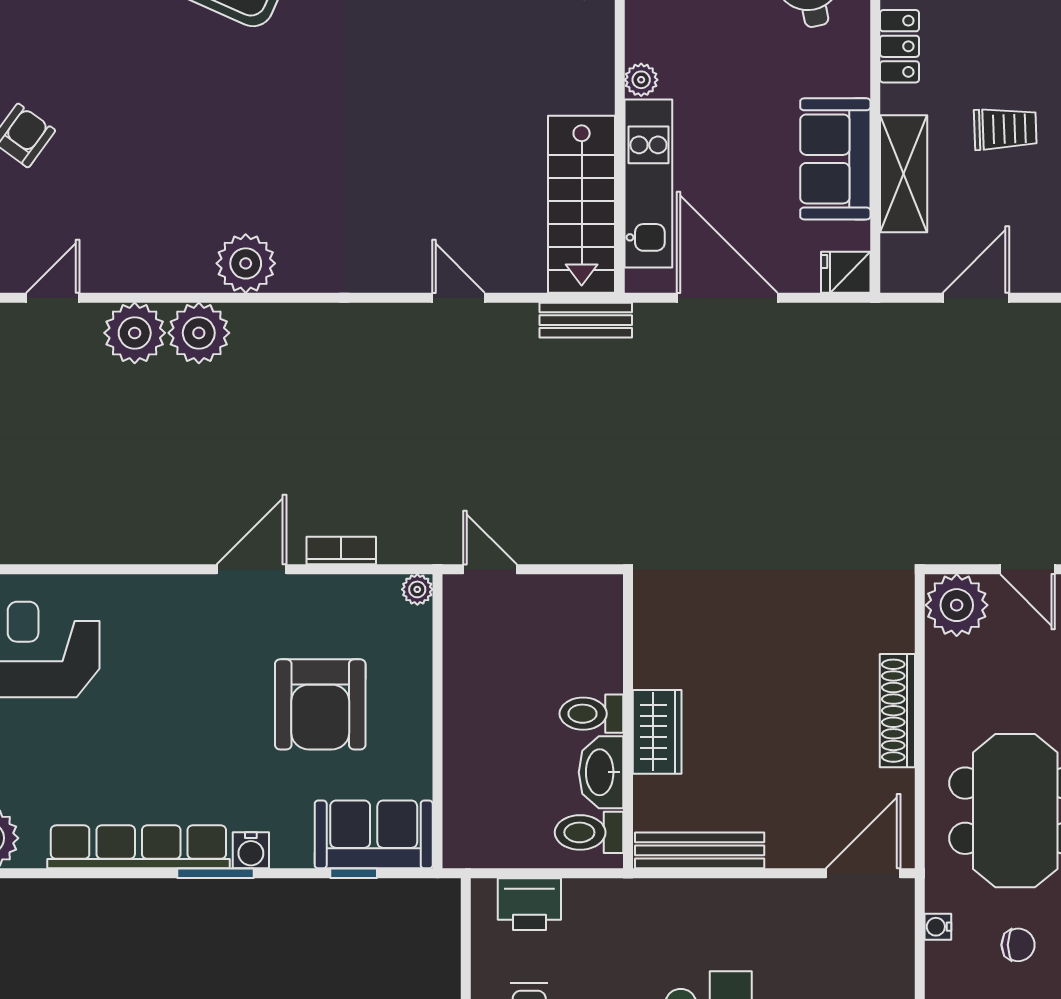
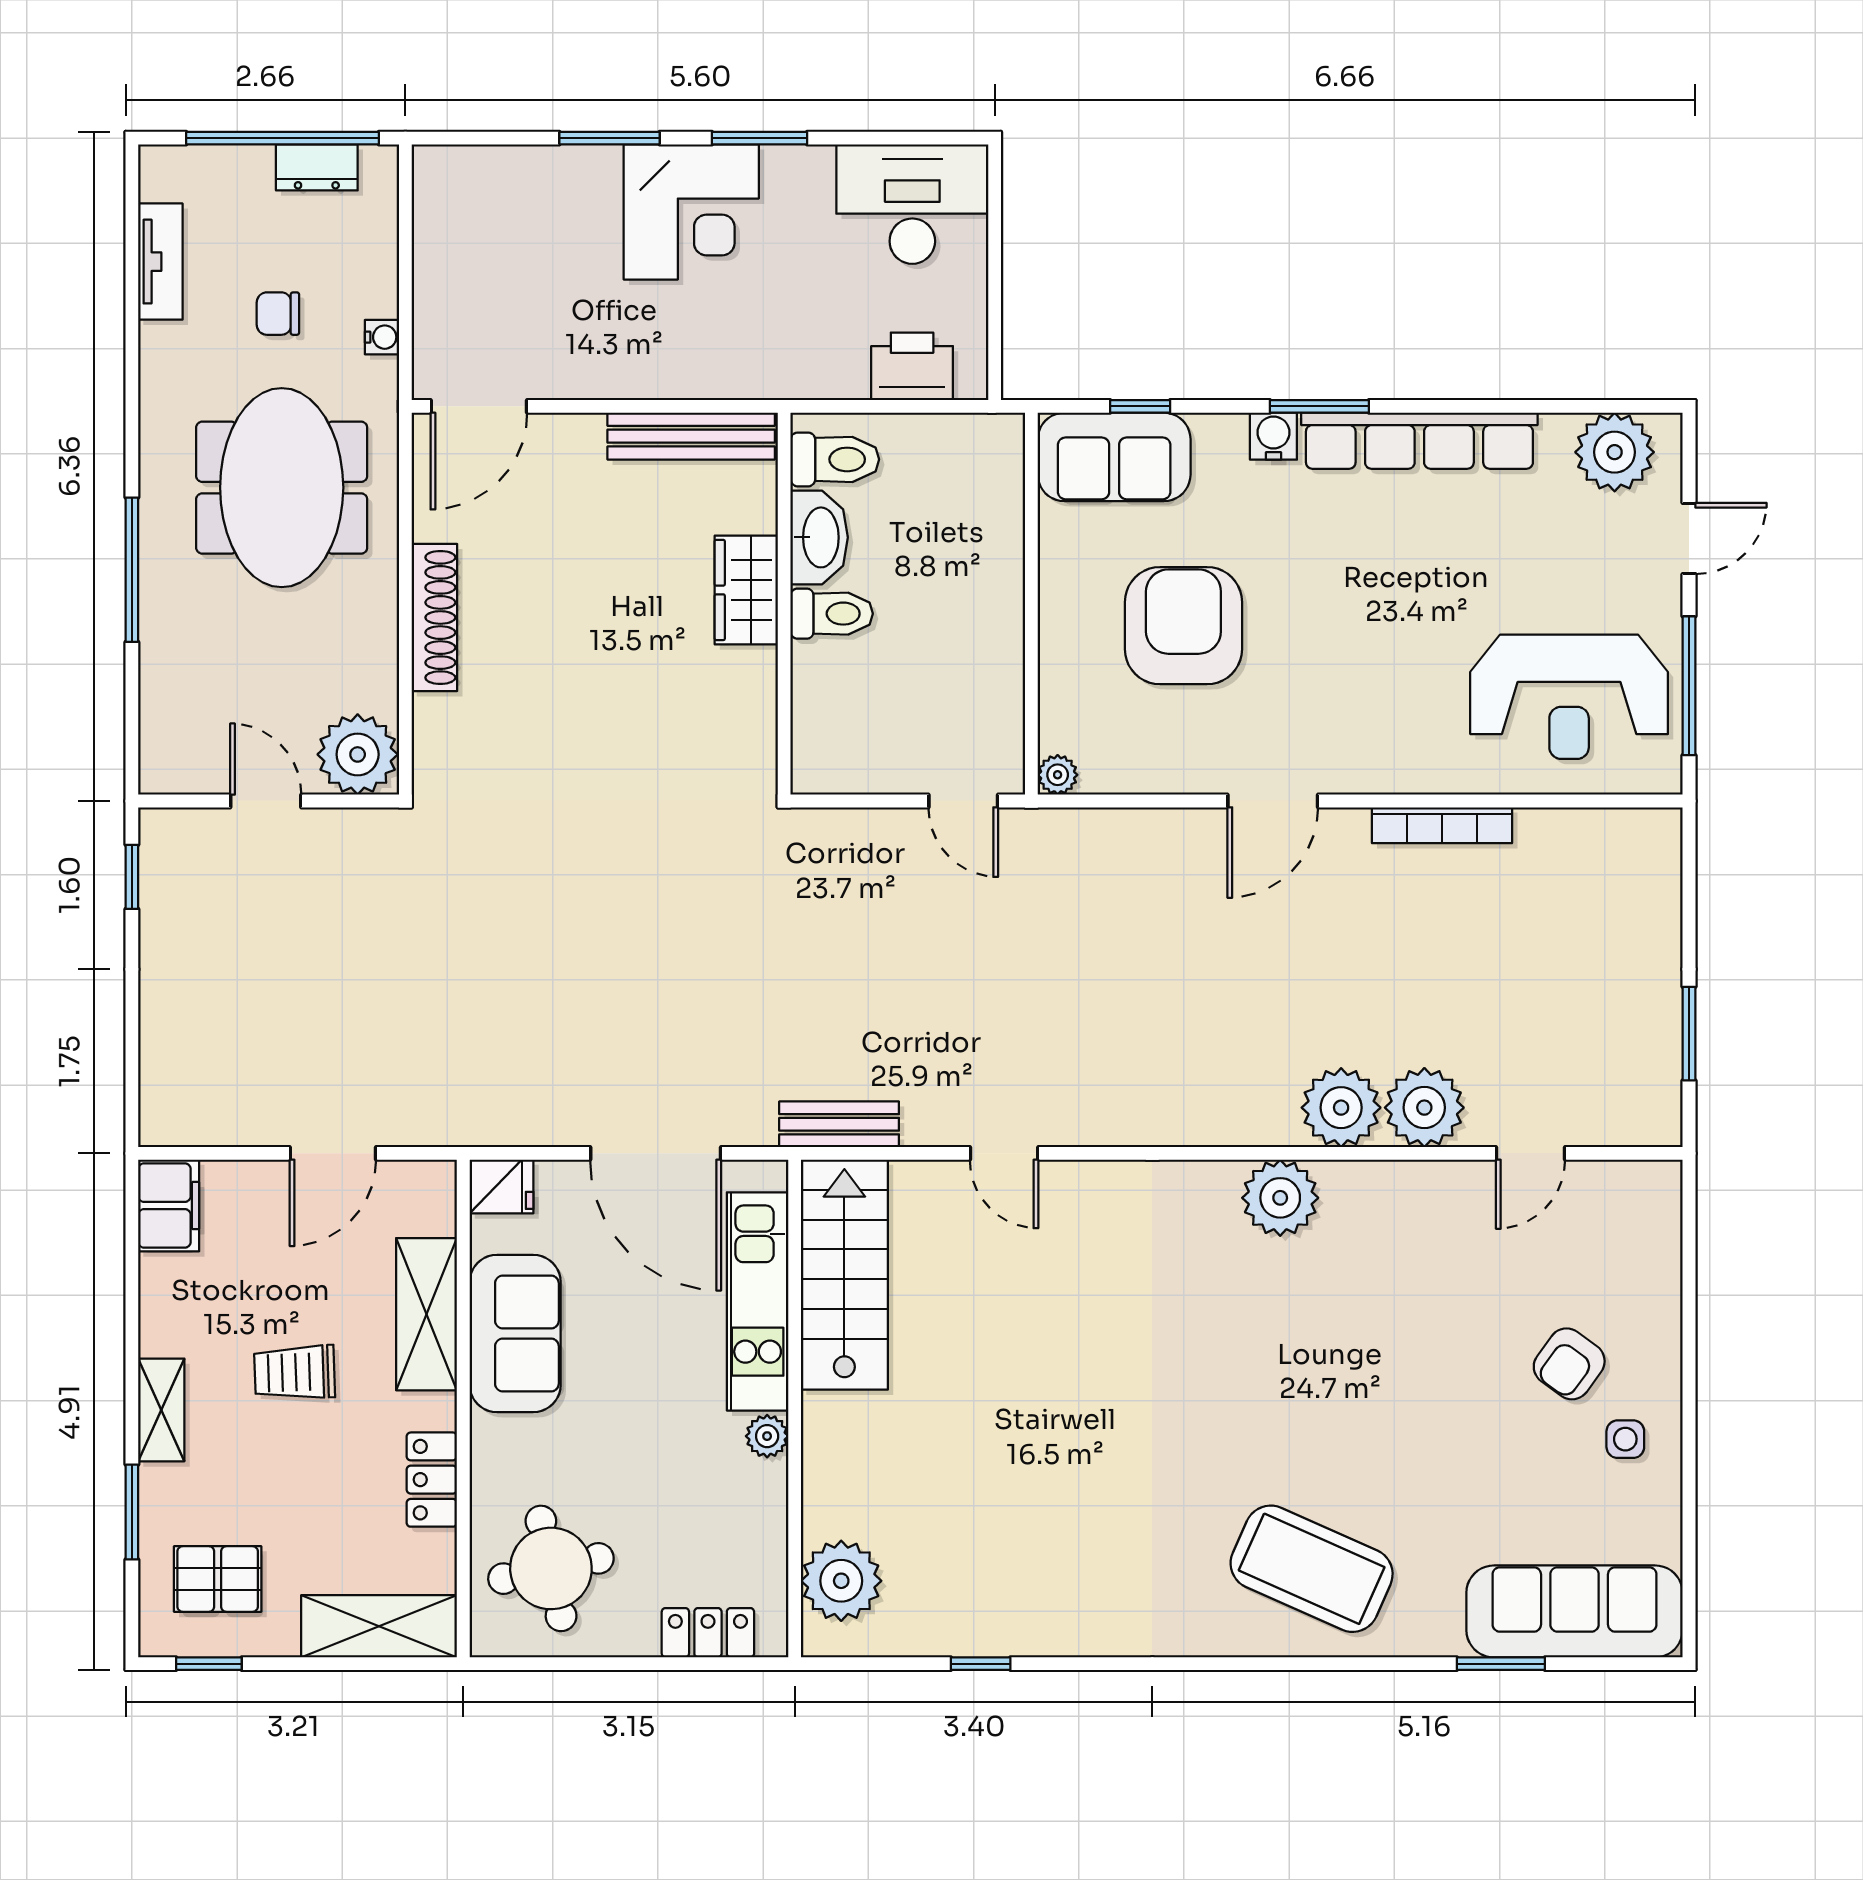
bookcase: (341, 551) -> (1442, 825), moved, width x1.56

